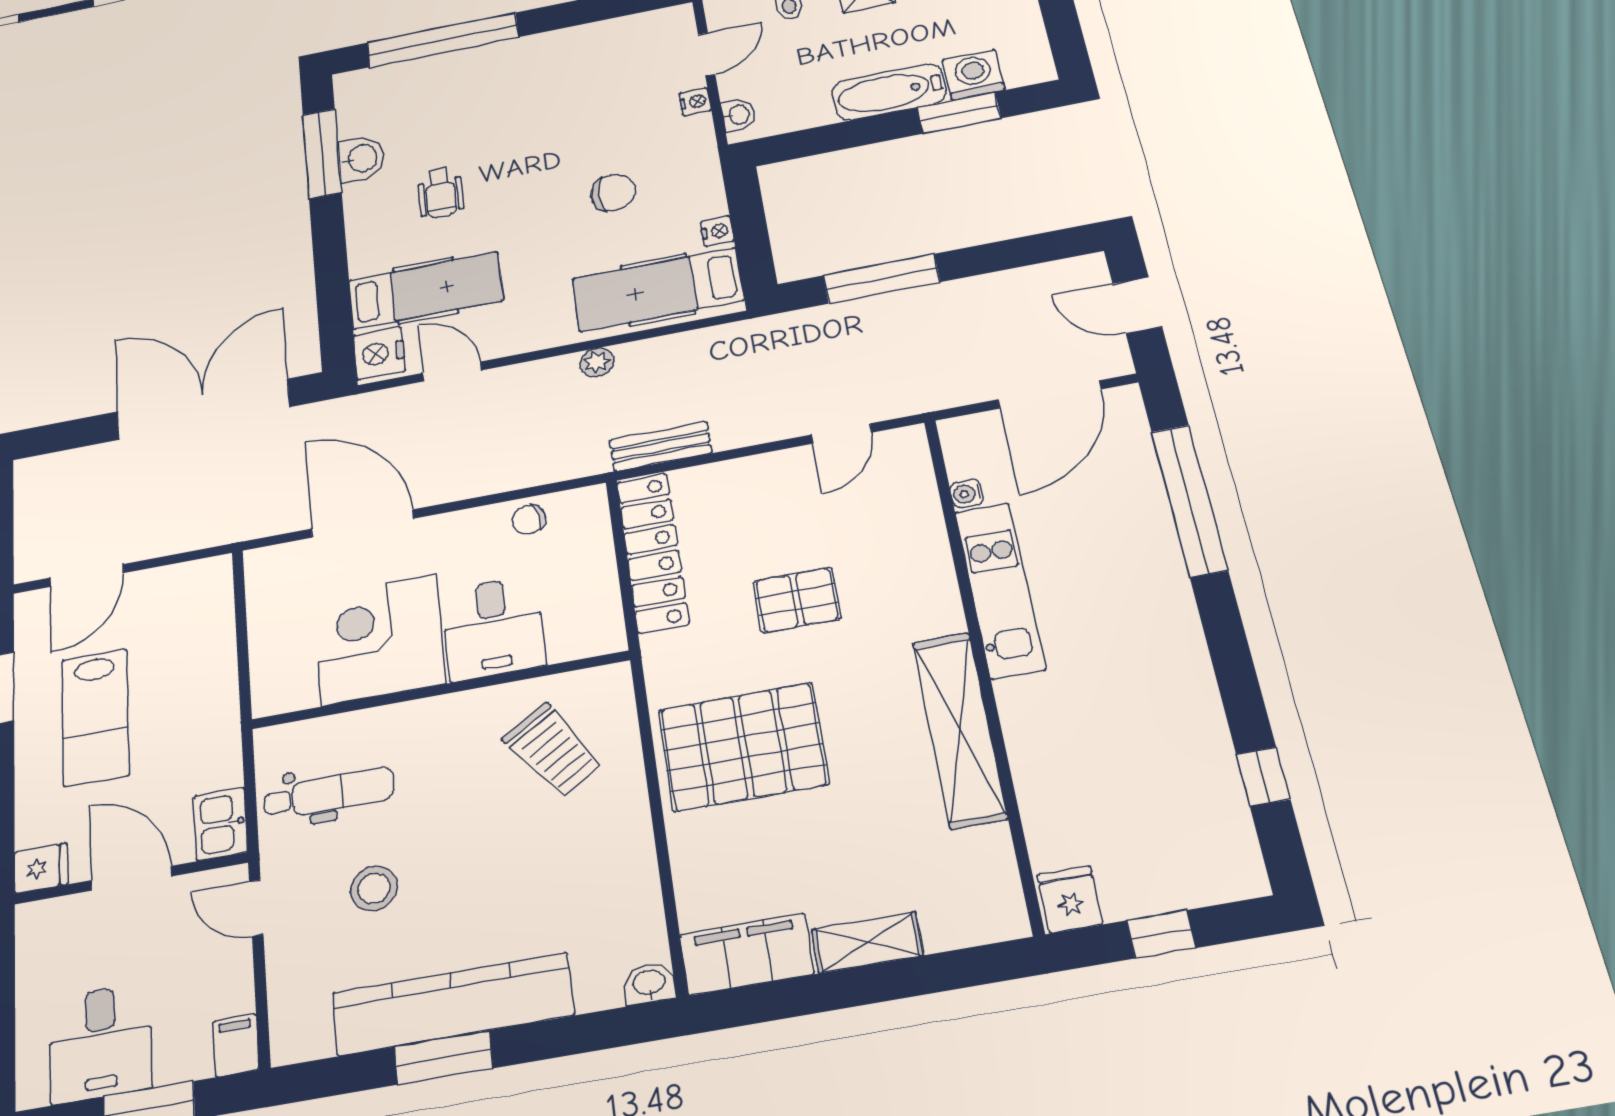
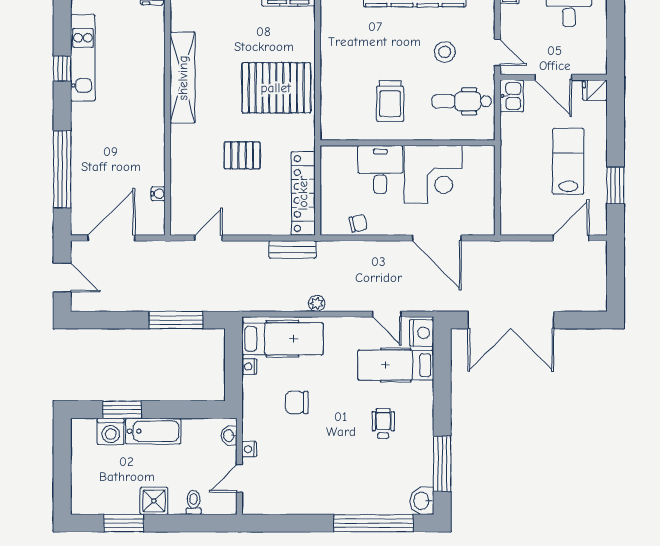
washbasin: (361, 159) -> (422, 501), moved
kitchen unit: (1000, 590) -> (83, 58), moved, turned 180
trolley: (553, 750) -> (390, 101), moved, turned -147
window: (1263, 777) -> (62, 68), moved

